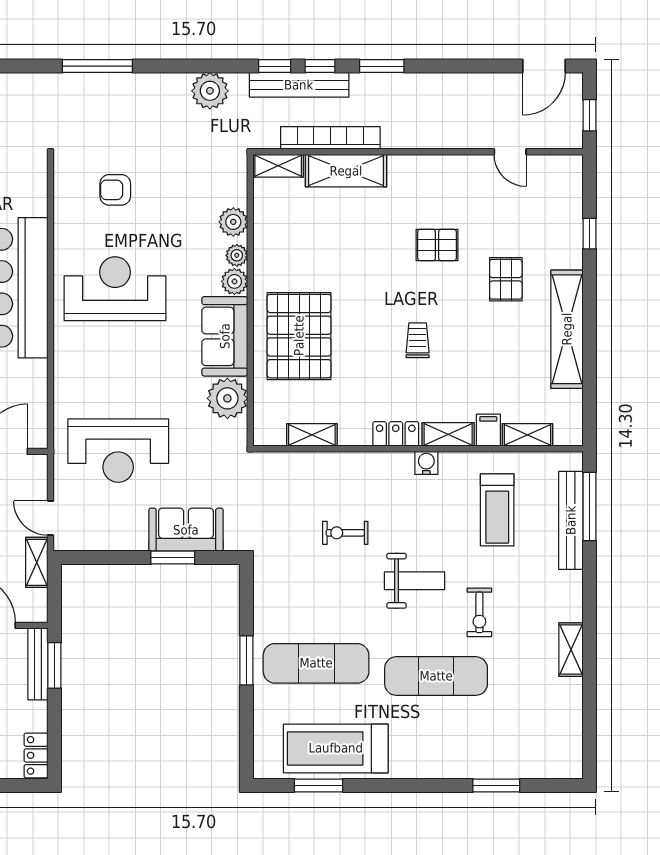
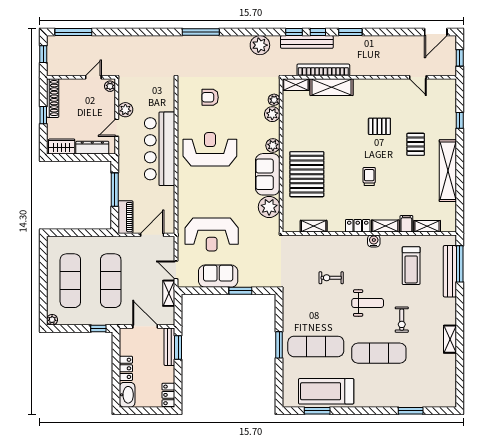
plant: (237, 255) -> (274, 100), moved
sofa: (186, 530) -> (218, 276), moved

